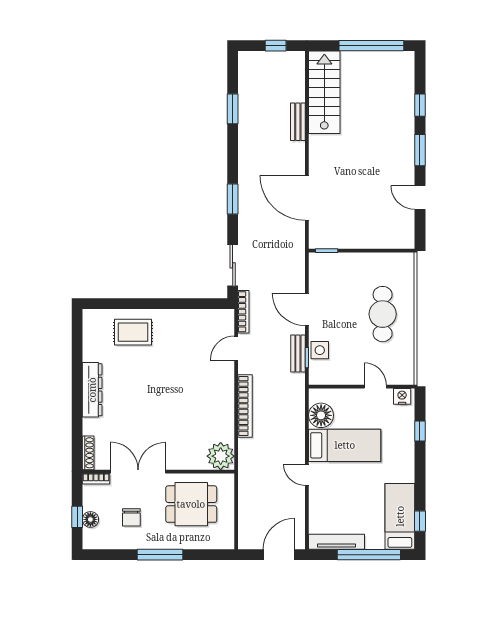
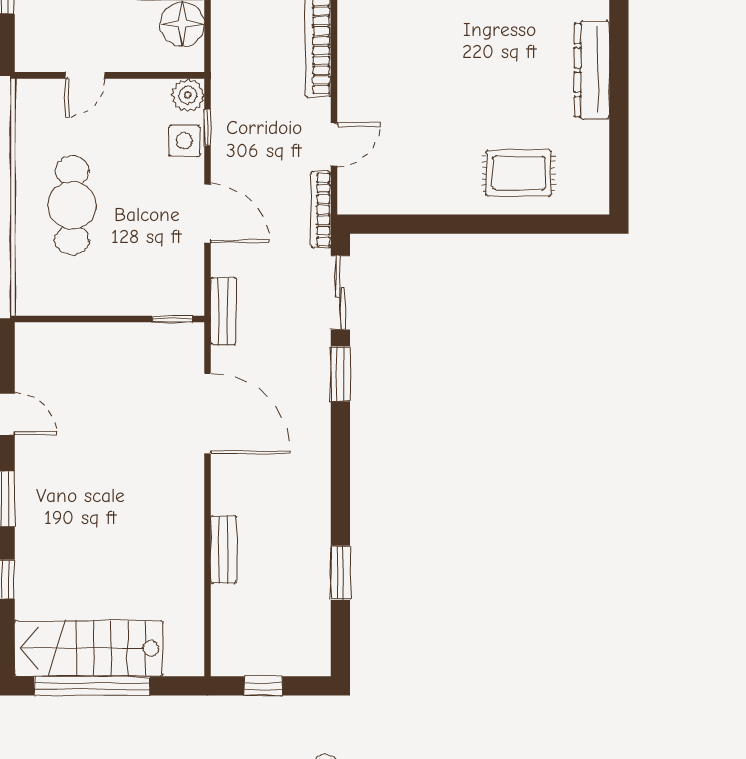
stairs: (324, 92) -> (89, 648), moved, turned 90
window: (233, 199) -> (340, 374), moved
bench: (298, 353) -> (223, 311), moved
plant: (318, 376) -> (188, 95), added
door: (375, 387) -> (85, 75), hinge flipped
nightstand: (402, 396) -> (37, 58), removed

